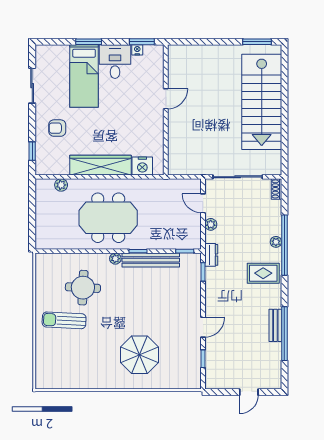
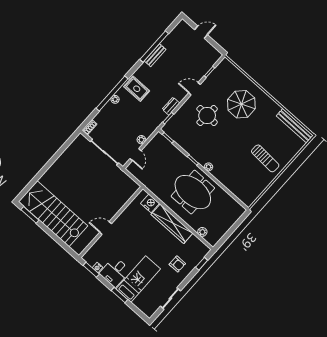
stairs: (262, 102) -> (53, 214), moved, turned -90
dresser: (211, 255) -> (171, 106), moved
bench: (151, 260) -> (295, 126), moved
round table: (83, 288) -> (207, 116), moved

